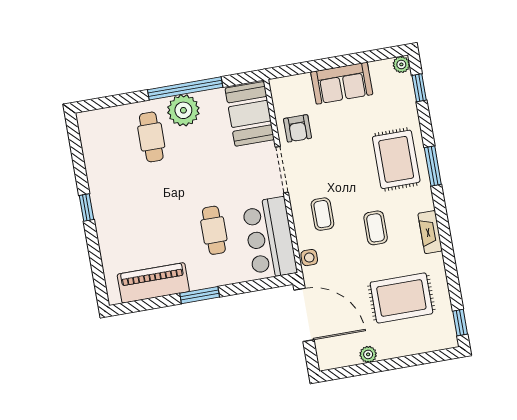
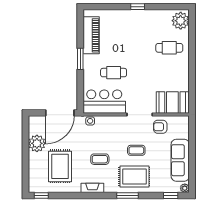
sofa: (342, 83) -> (180, 160), width x1.36
window: (185, 88) -> (192, 70), removed
plant: (183, 110) -> (181, 21), moved
coffee table: (322, 214) -> (136, 150), moved
plant: (368, 354) -> (37, 143), width x1.88, depth x1.88

